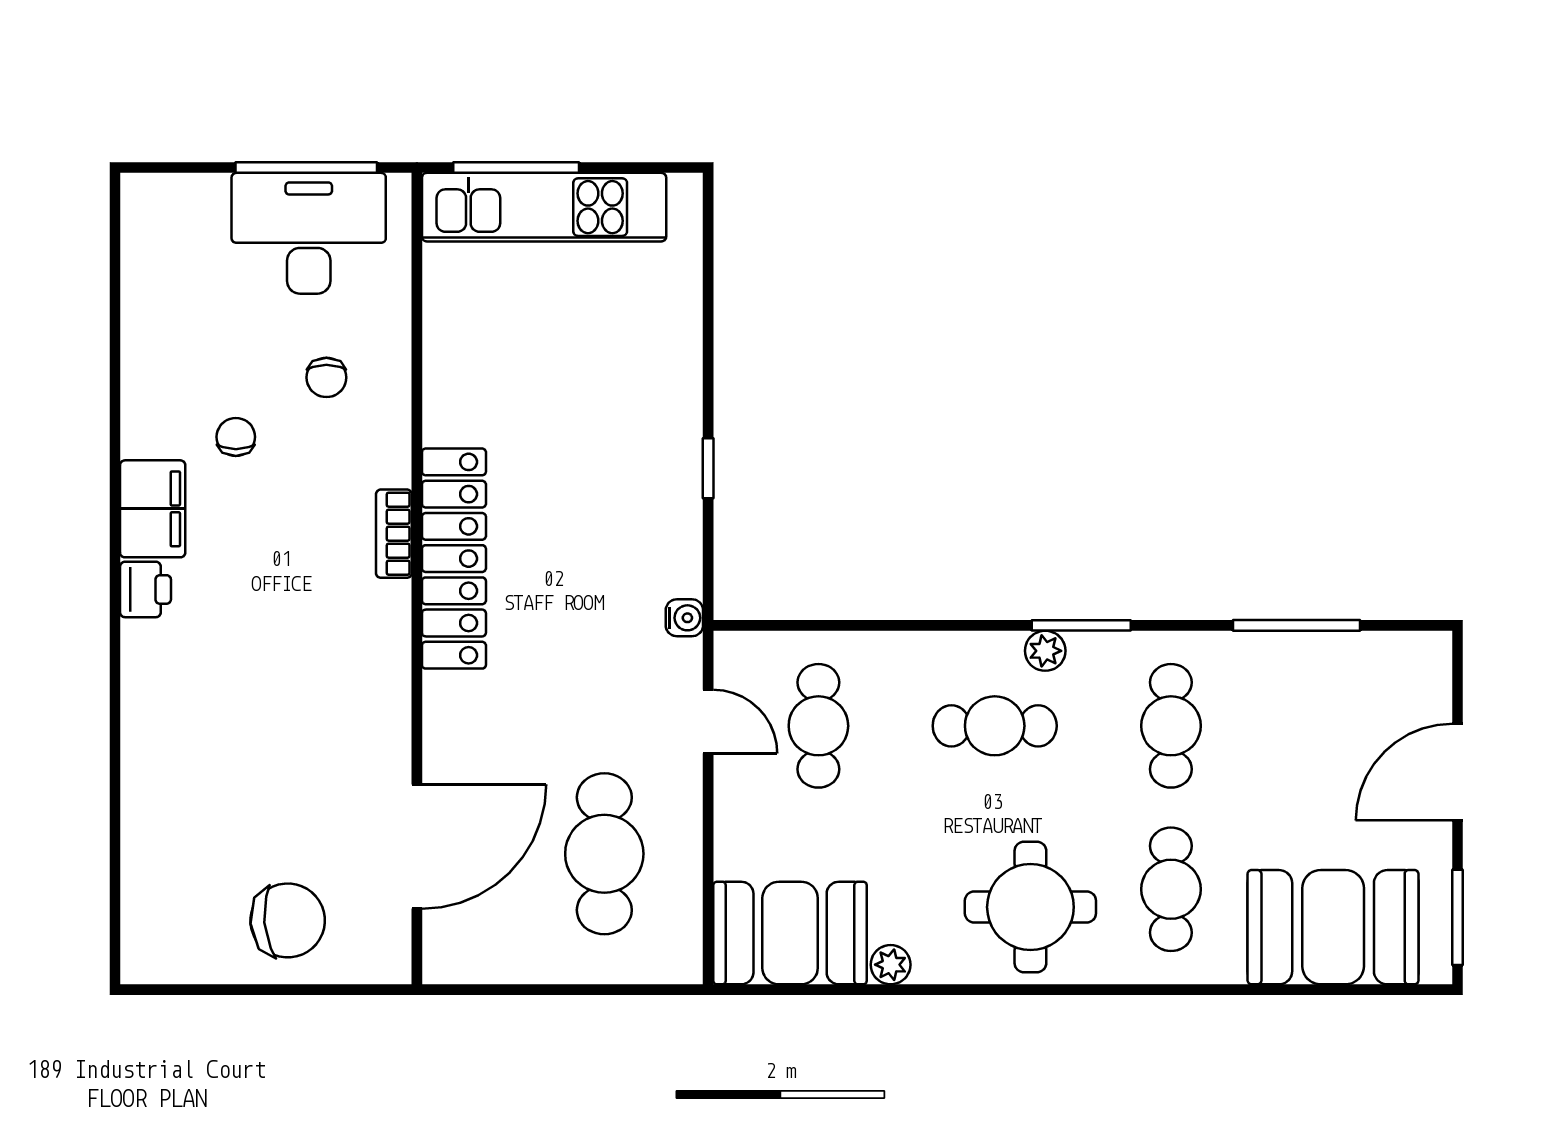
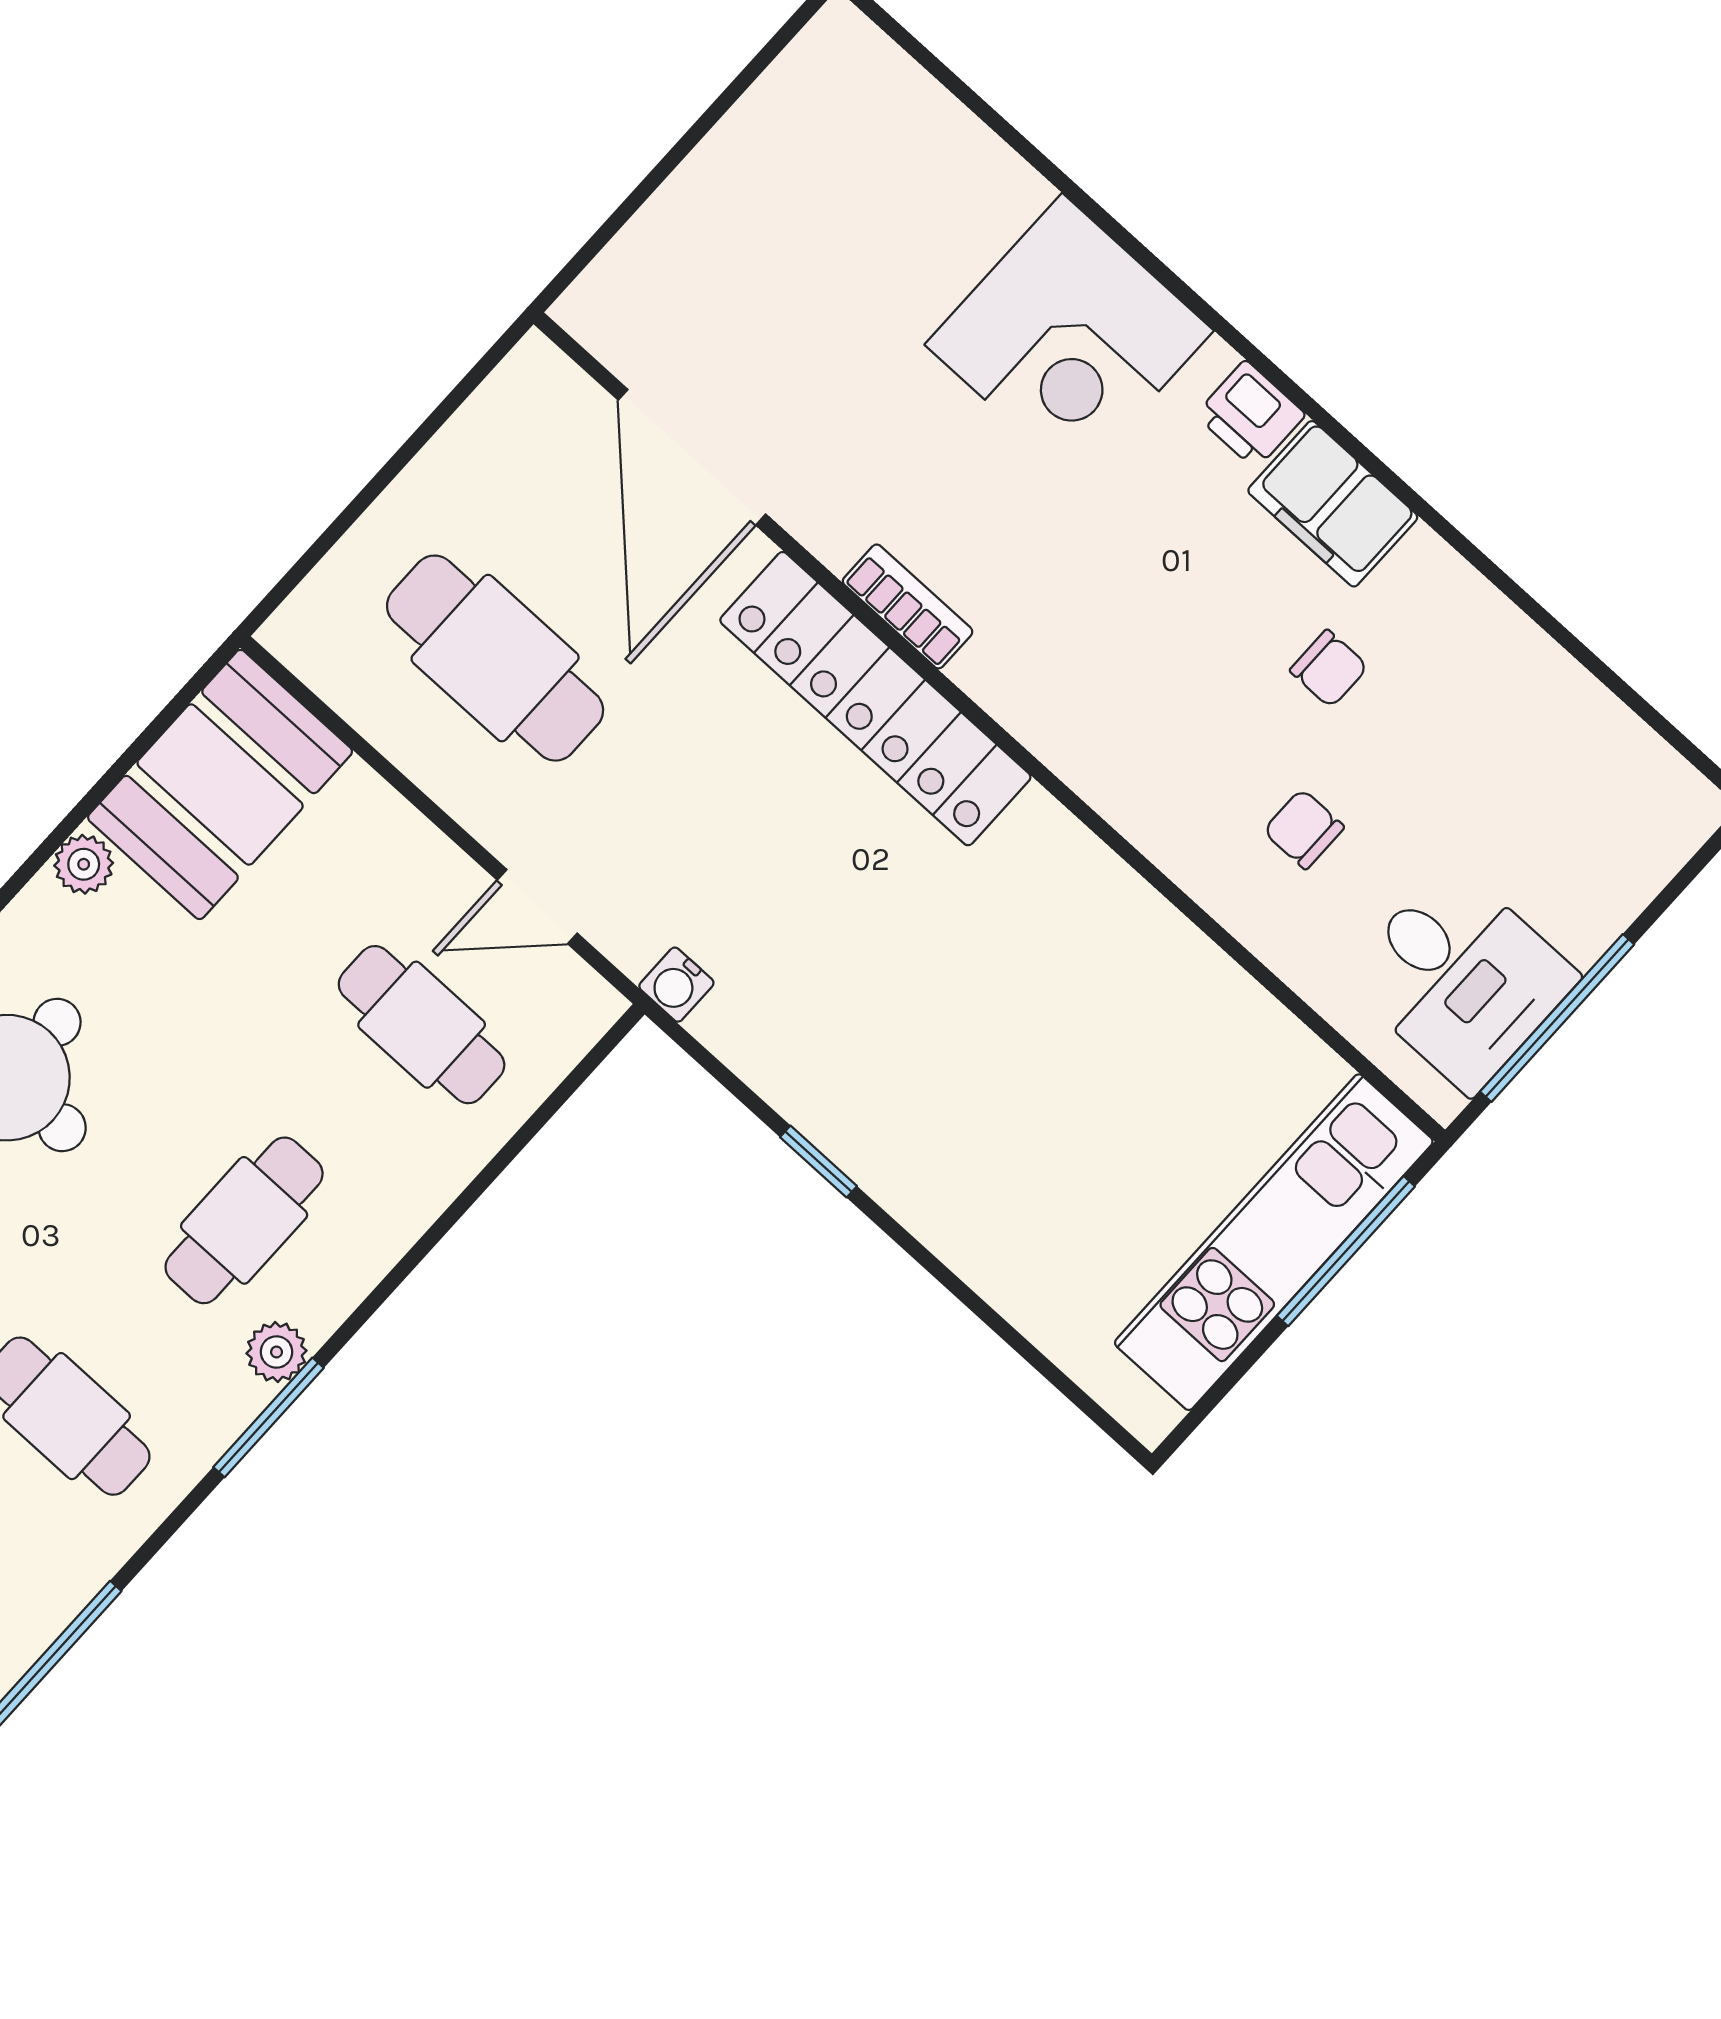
desk: (309, 233) -> (1461, 978), width x0.73
bookcase: (394, 534) -> (908, 606), moved
locker: (454, 559) -> (875, 699), moved
corner desk: (189, 714) -> (1069, 338), added
chair: (288, 920) -> (740, 239), removed

